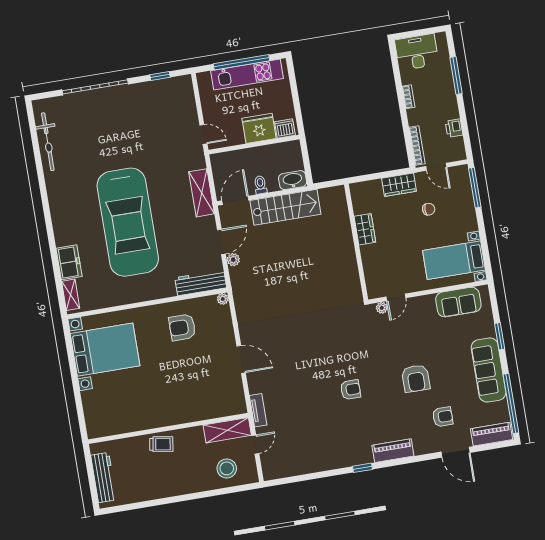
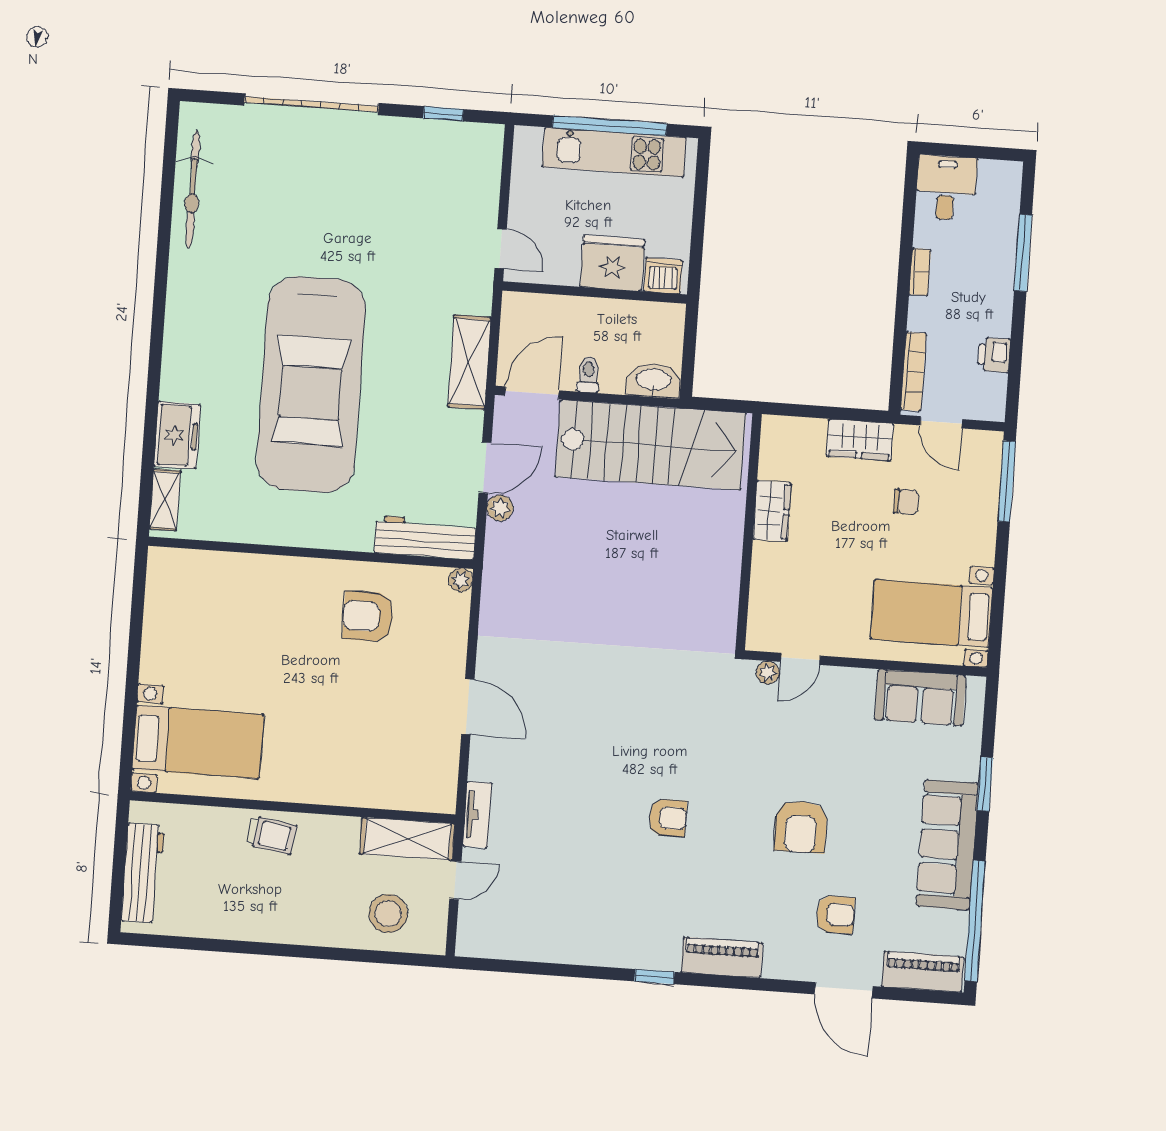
desk: (417, 52) -> (946, 188), width x0.73
stairs: (285, 207) -> (651, 445), width x1.36, depth x1.51
bed with nightstands: (105, 350) -> (198, 742), moved, width x0.73

